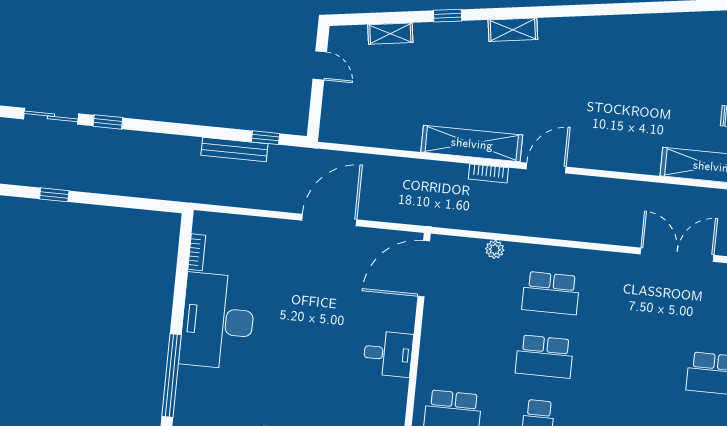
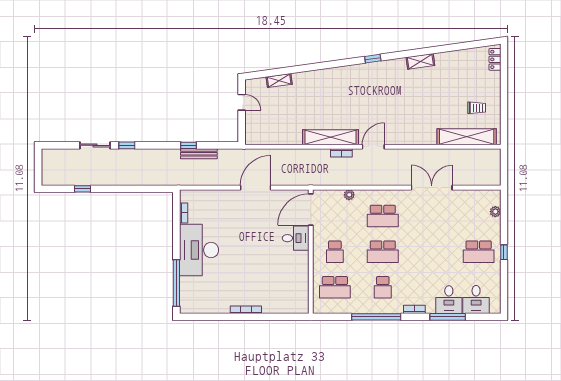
window: (448, 16) -> (373, 59), moved
shelving: (513, 30) -> (420, 61), moved
window: (265, 138) -> (188, 145), moved
window: (54, 195) -> (82, 189), moved
double door: (677, 255) -> (432, 188), moved
school desk: (459, 348) -> (335, 252), added
desk: (388, 354) -> (296, 238), moved

